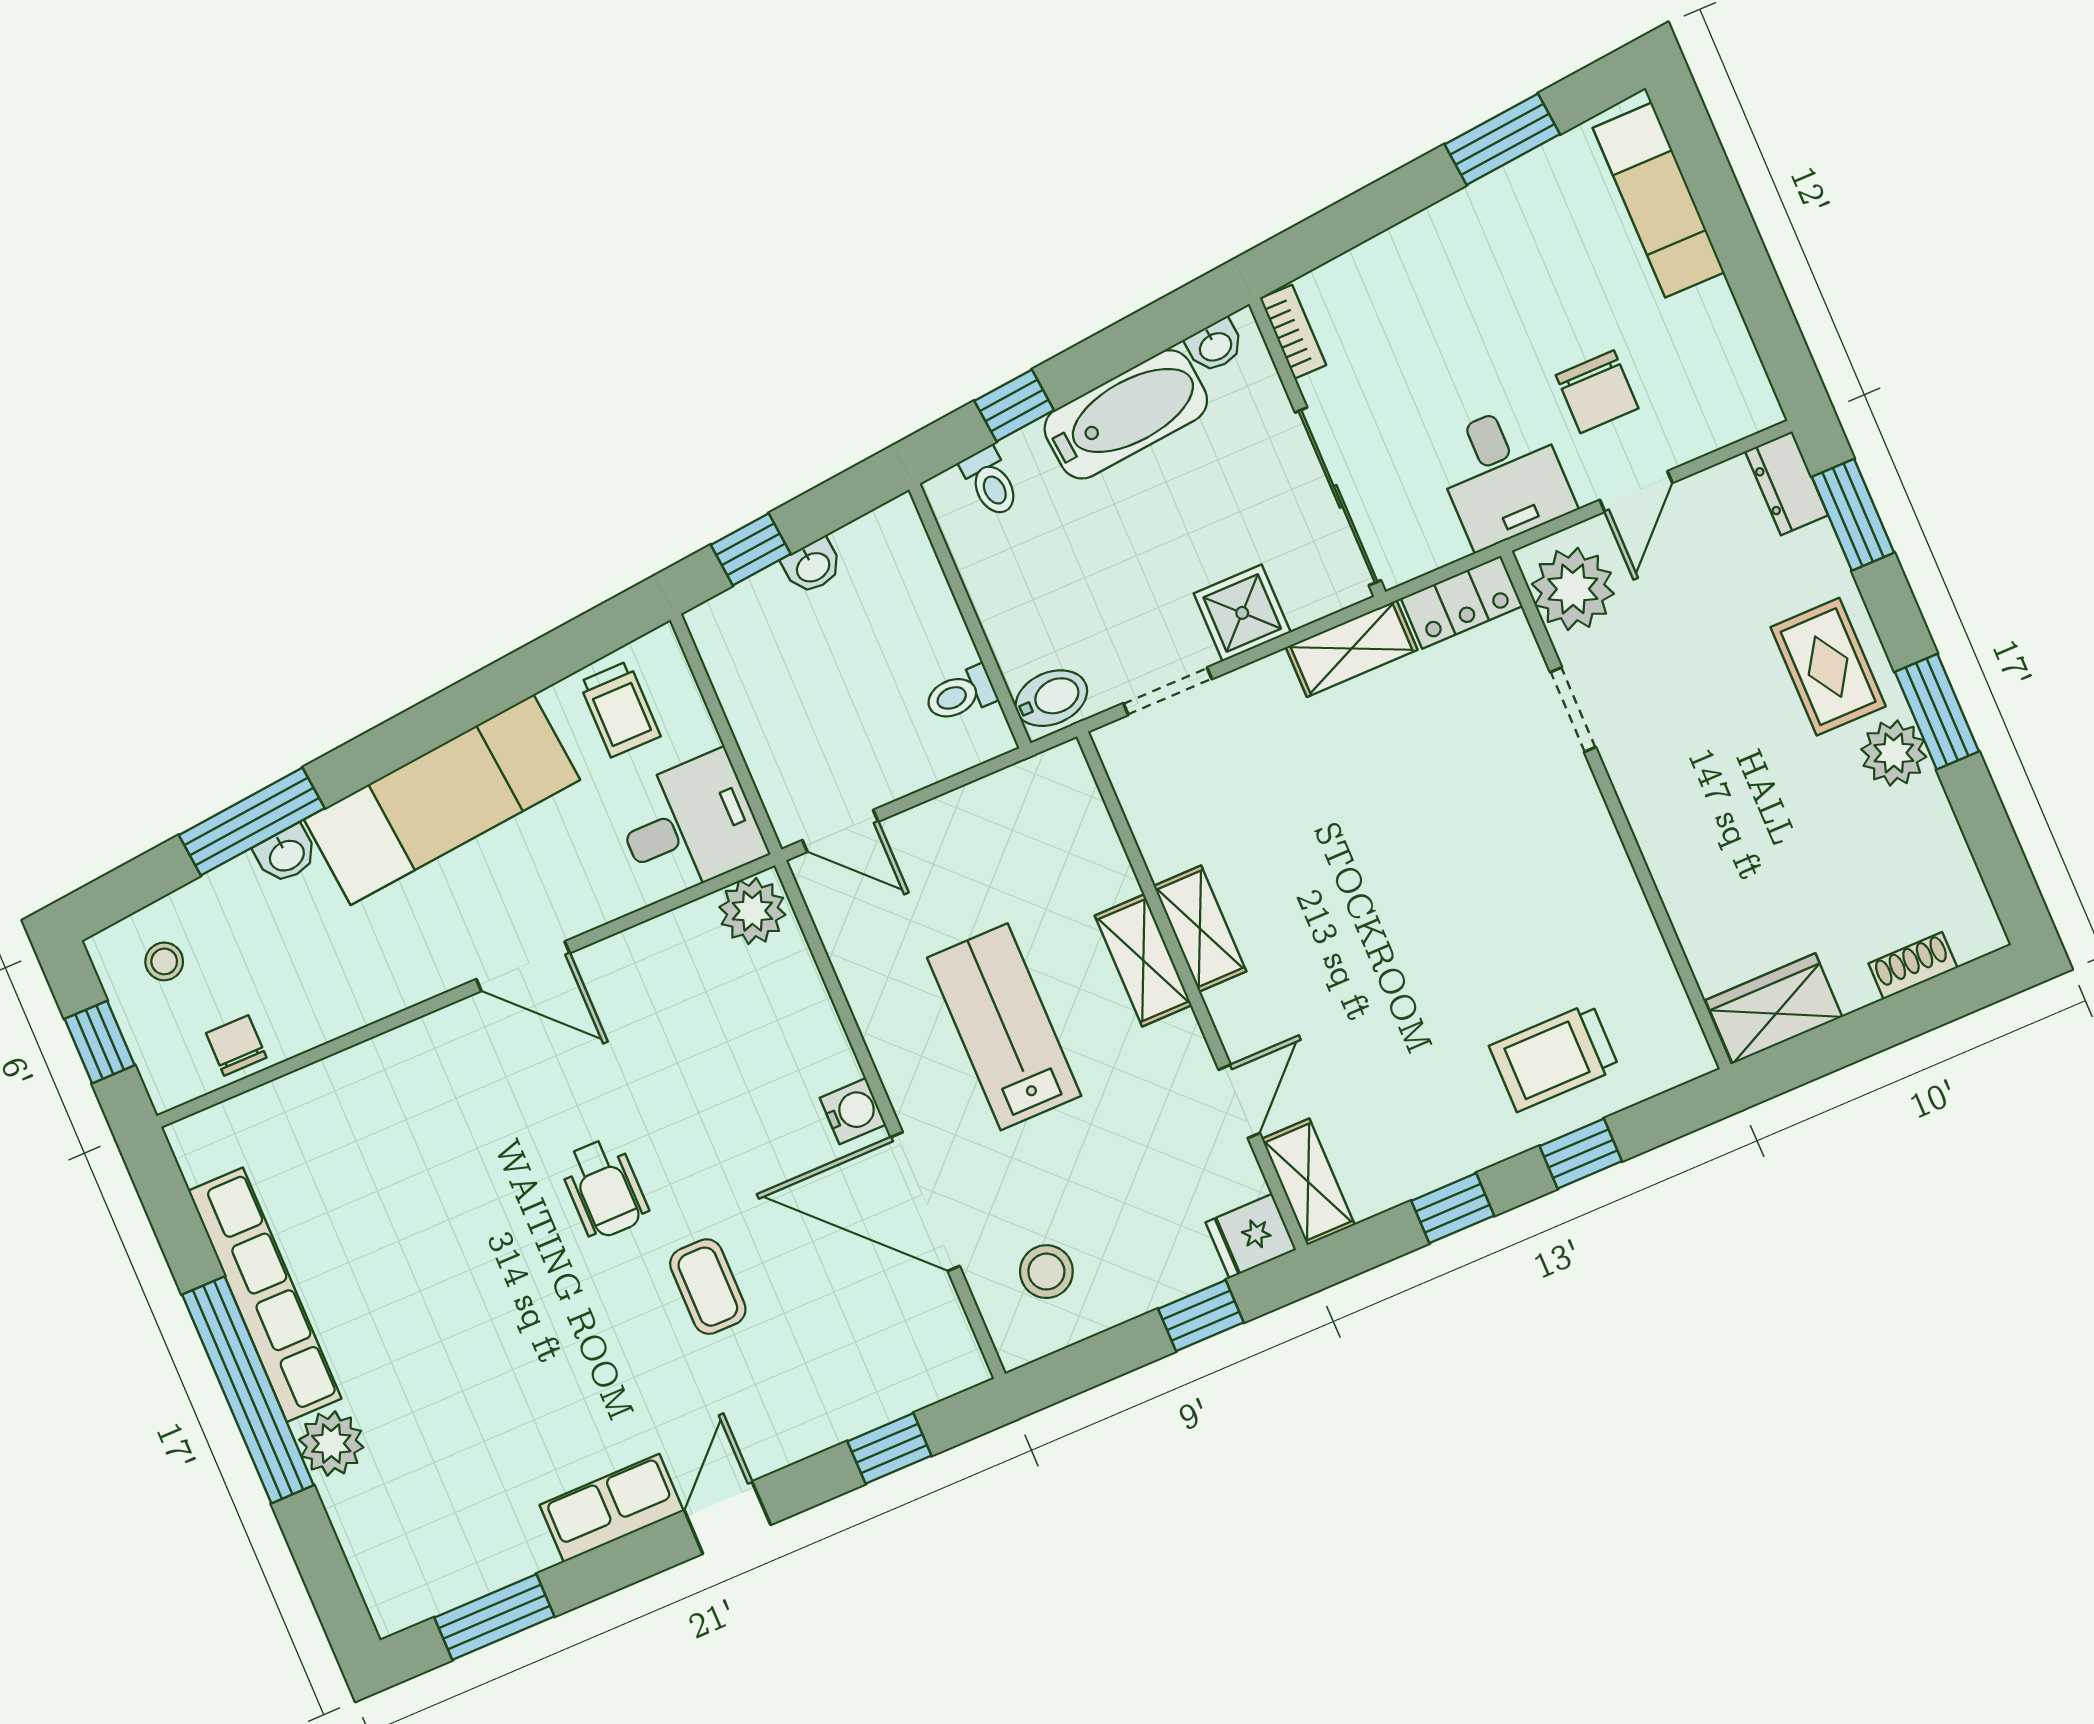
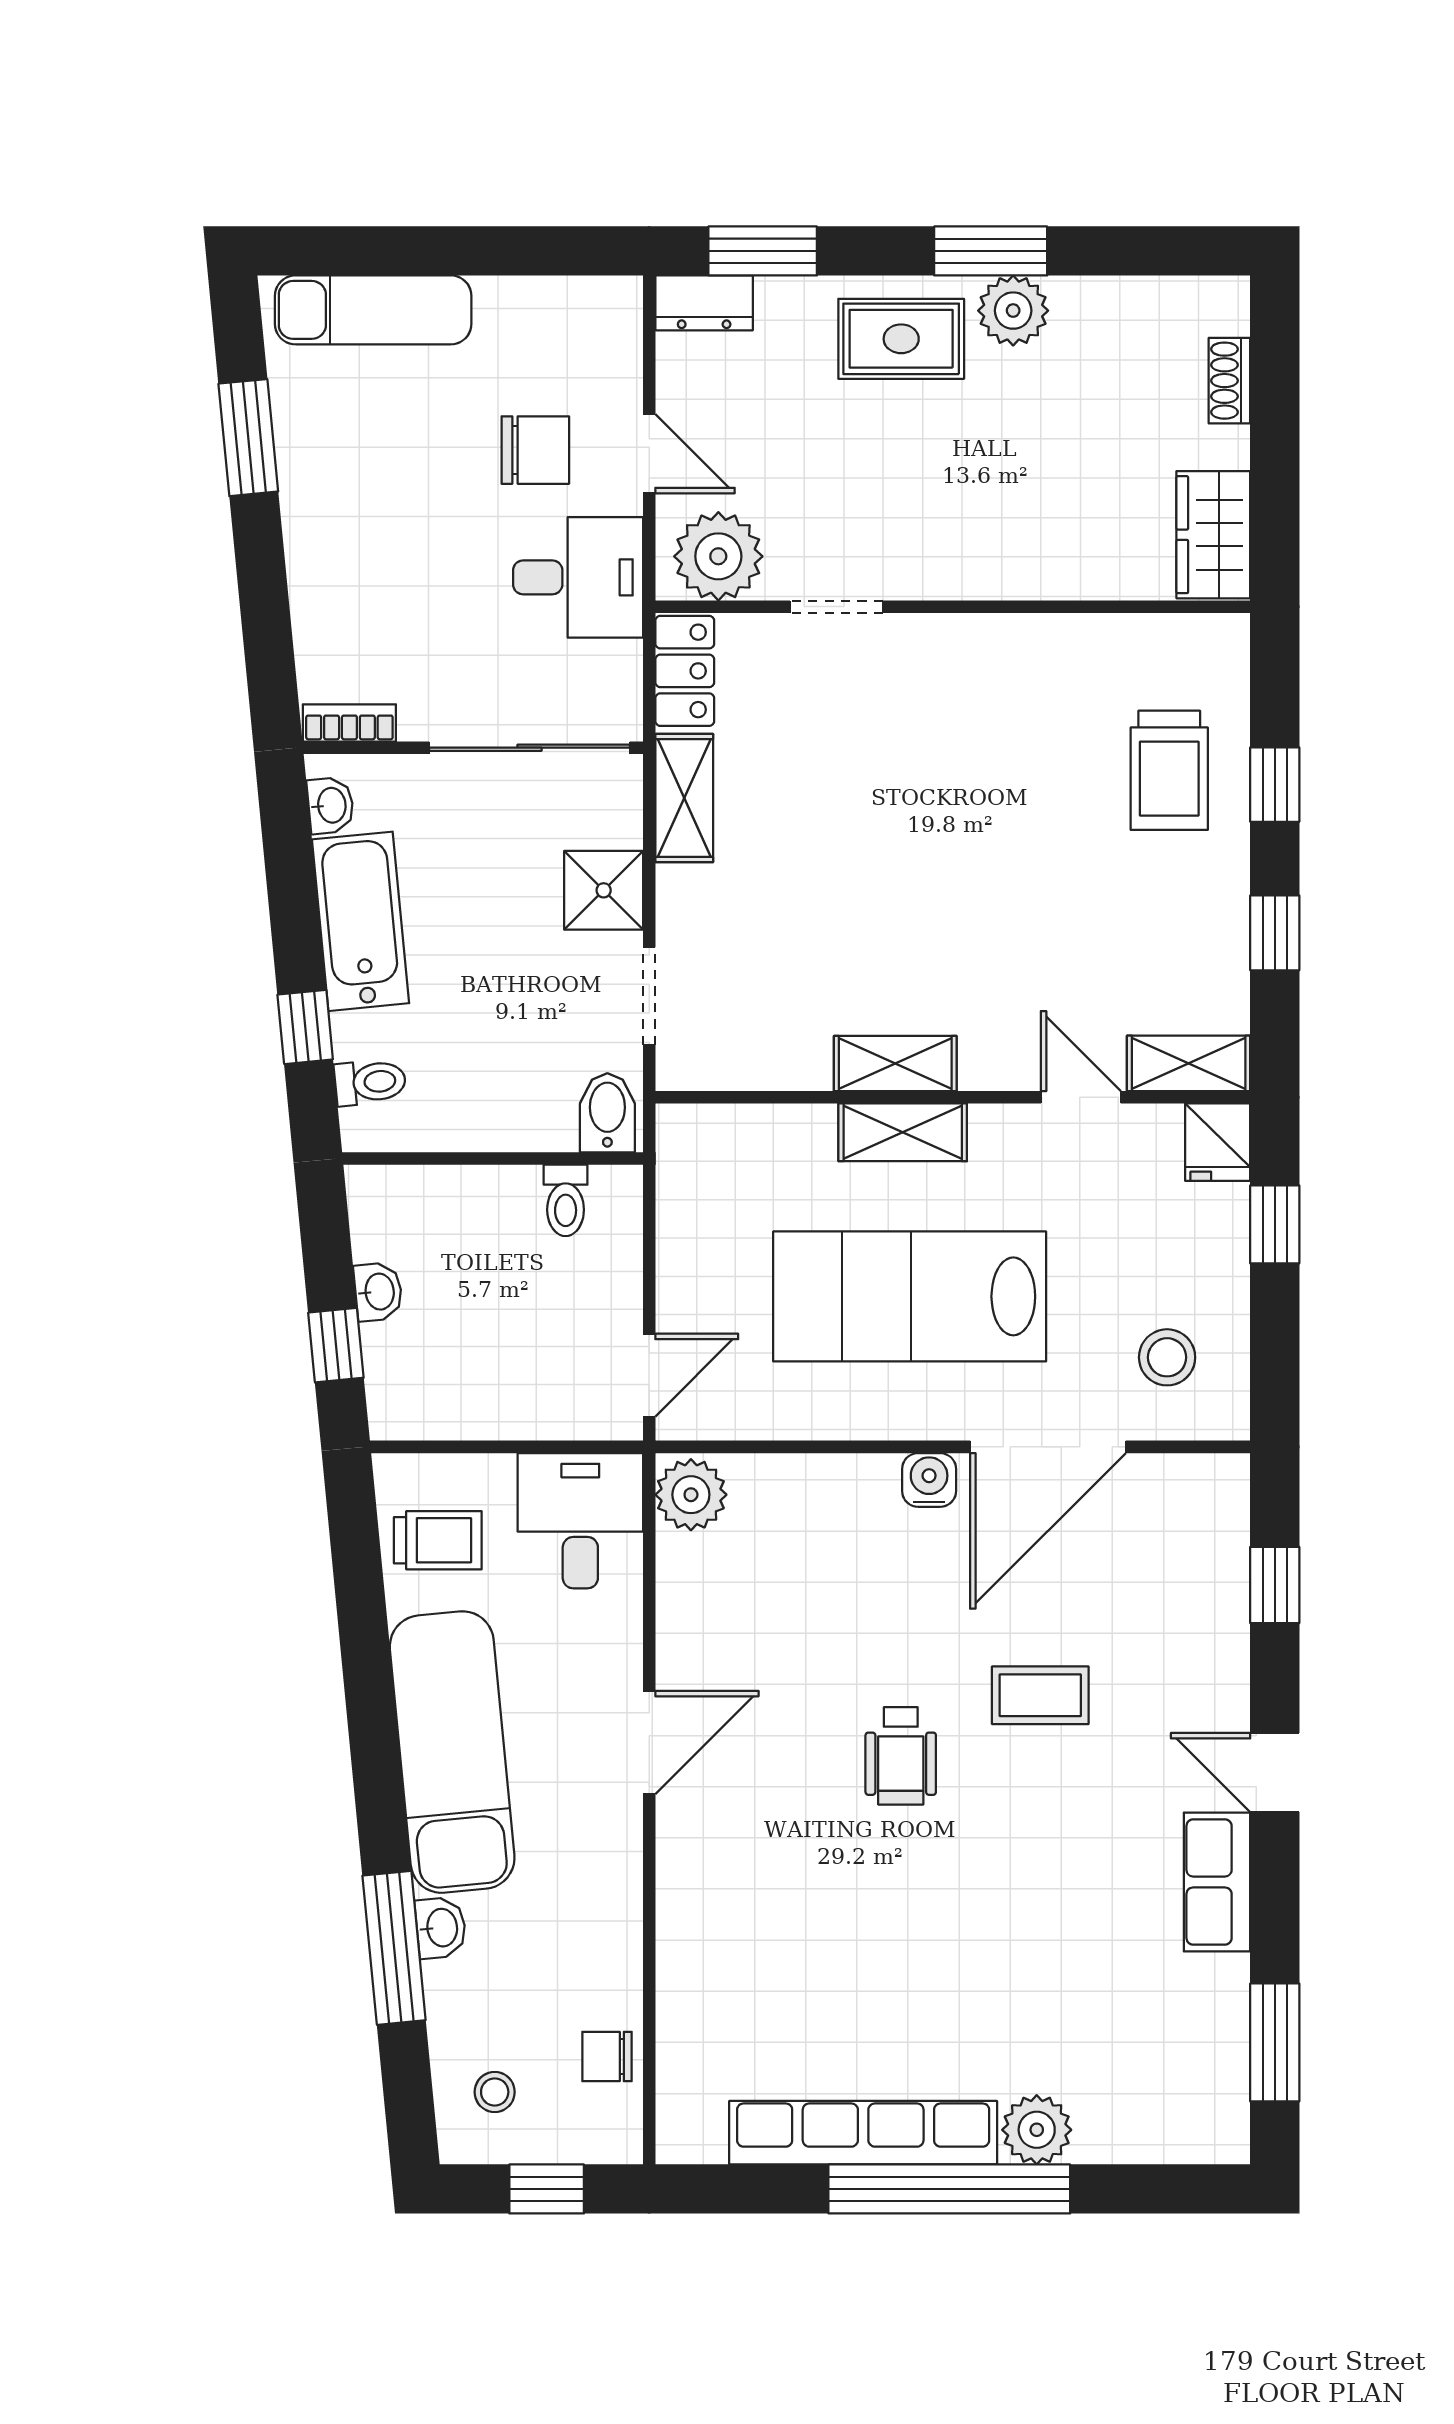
lab bench: (1004, 1027) -> (910, 1296), width x1.36, depth x1.39
wheelchair: (604, 1188) -> (901, 1756), turned 90

